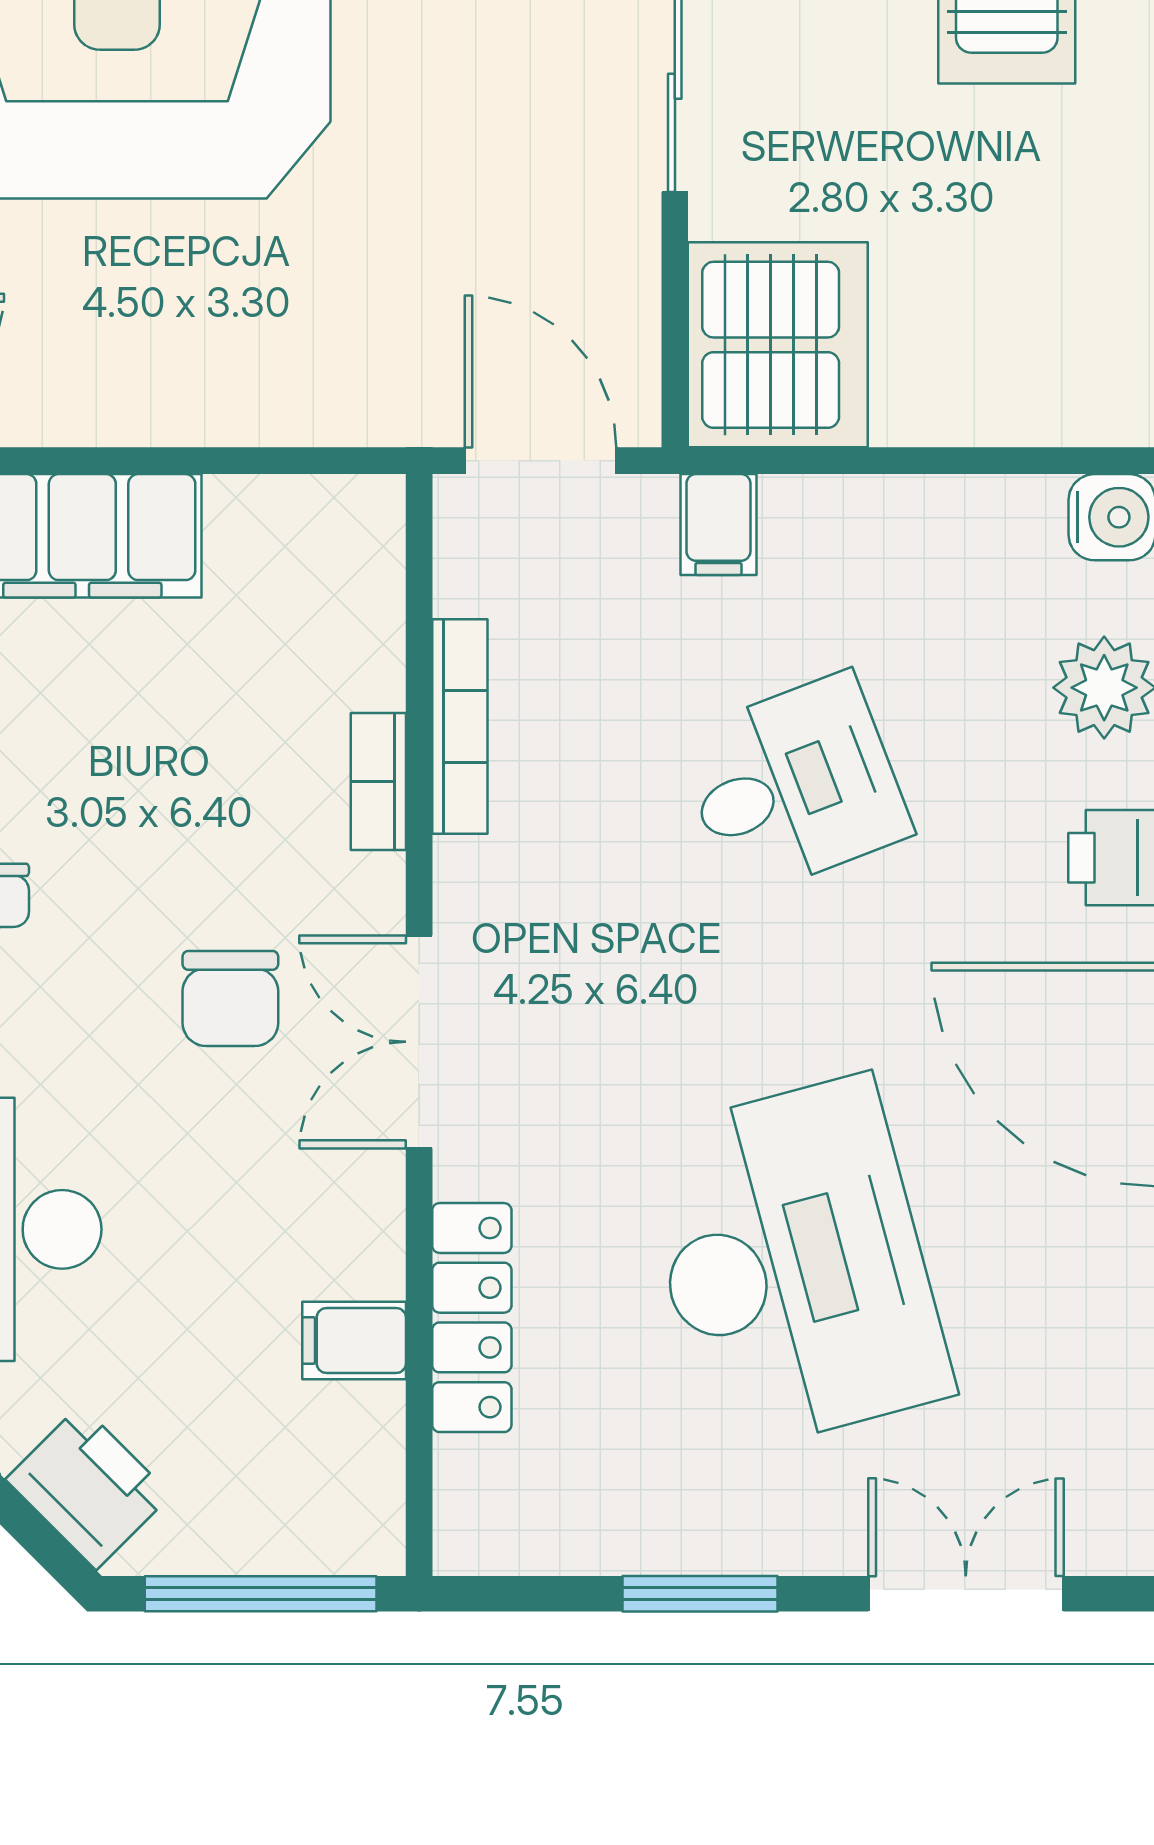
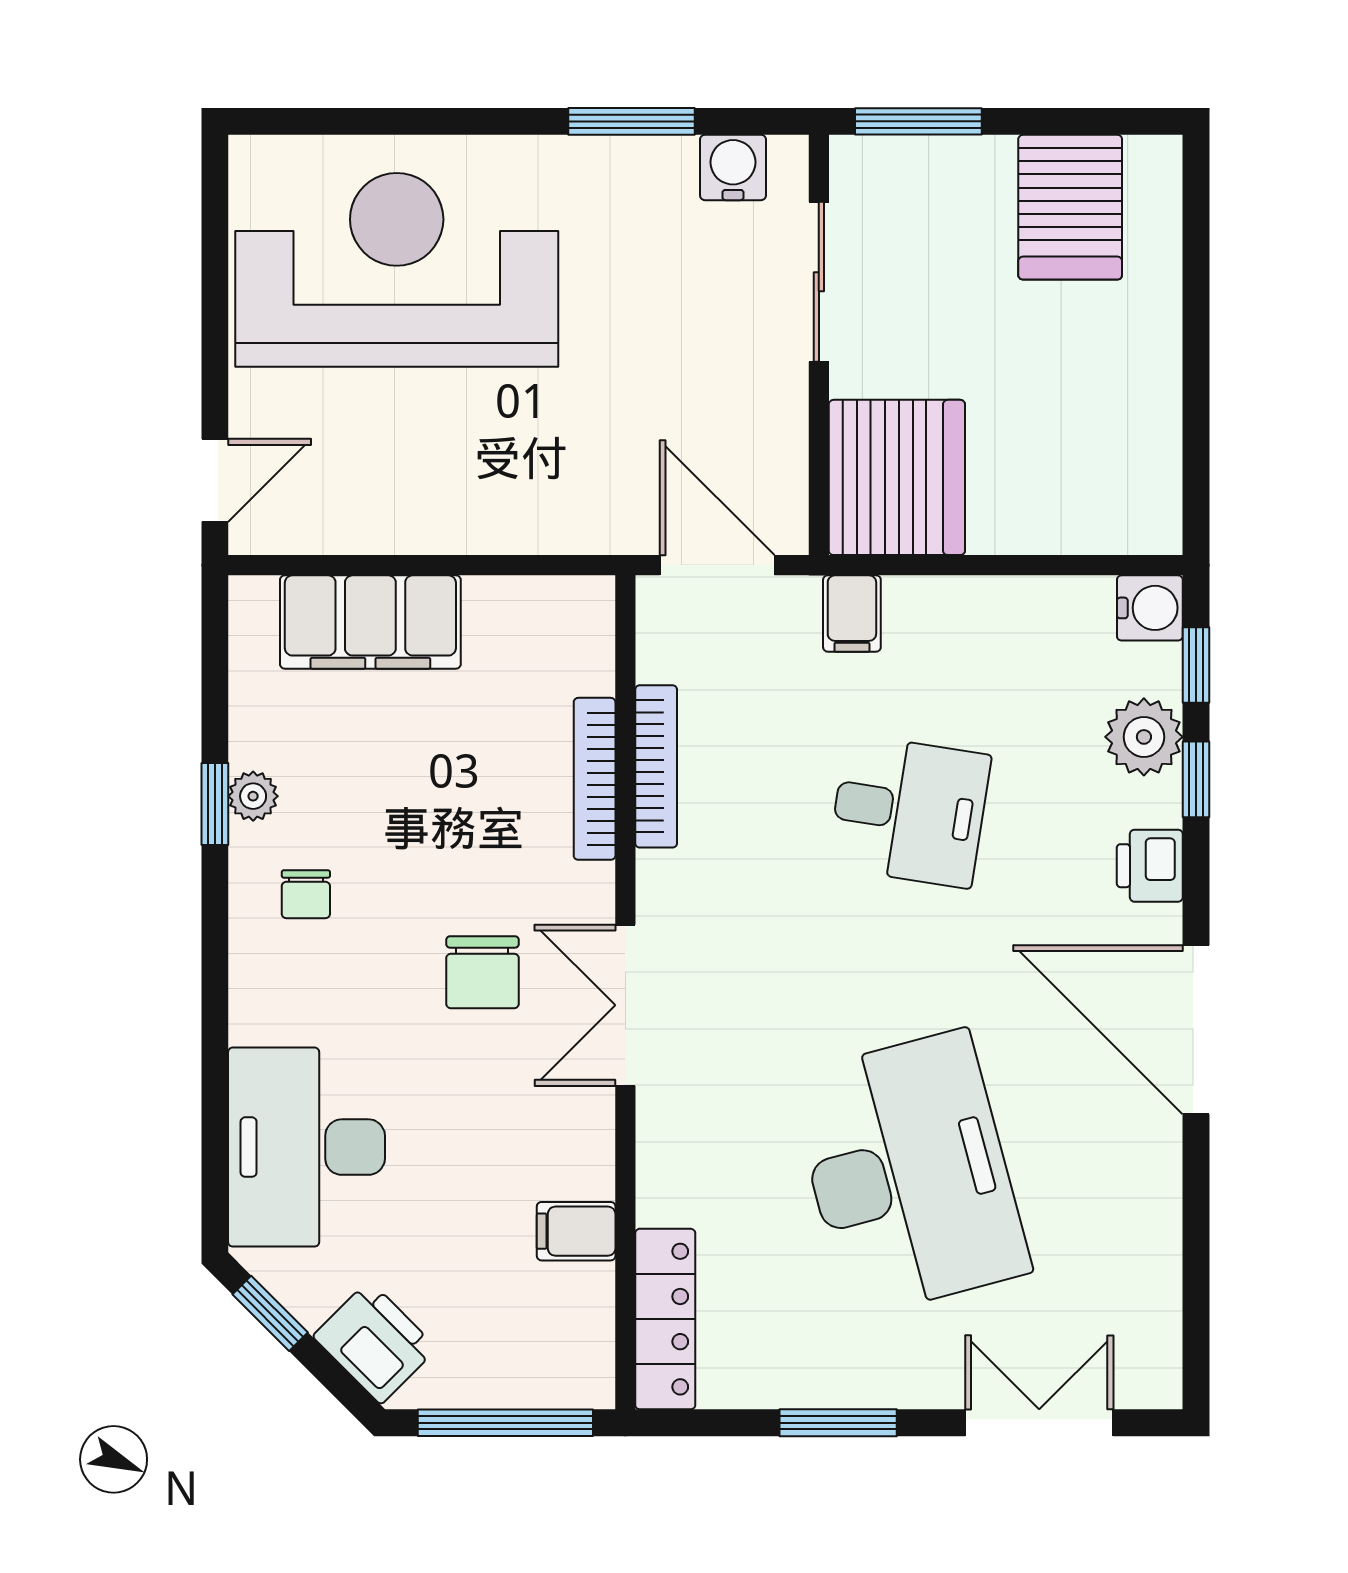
bookcase: (378, 781) -> (595, 779), width x1.56
desk: (794, 785) -> (909, 811), turned 30
locker: (472, 1318) -> (665, 1319), moved

